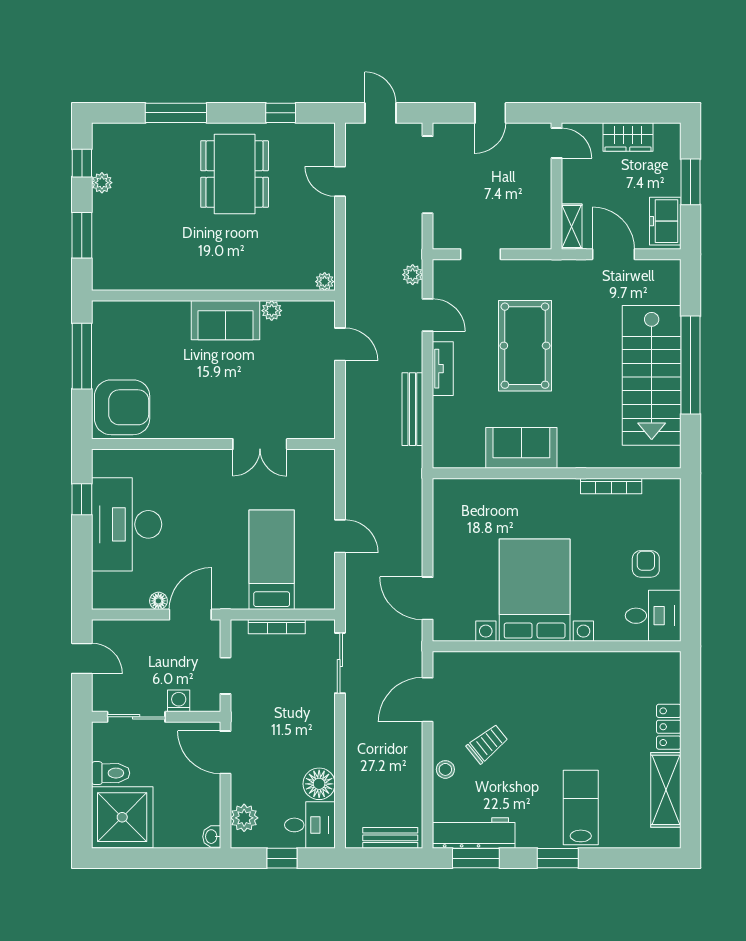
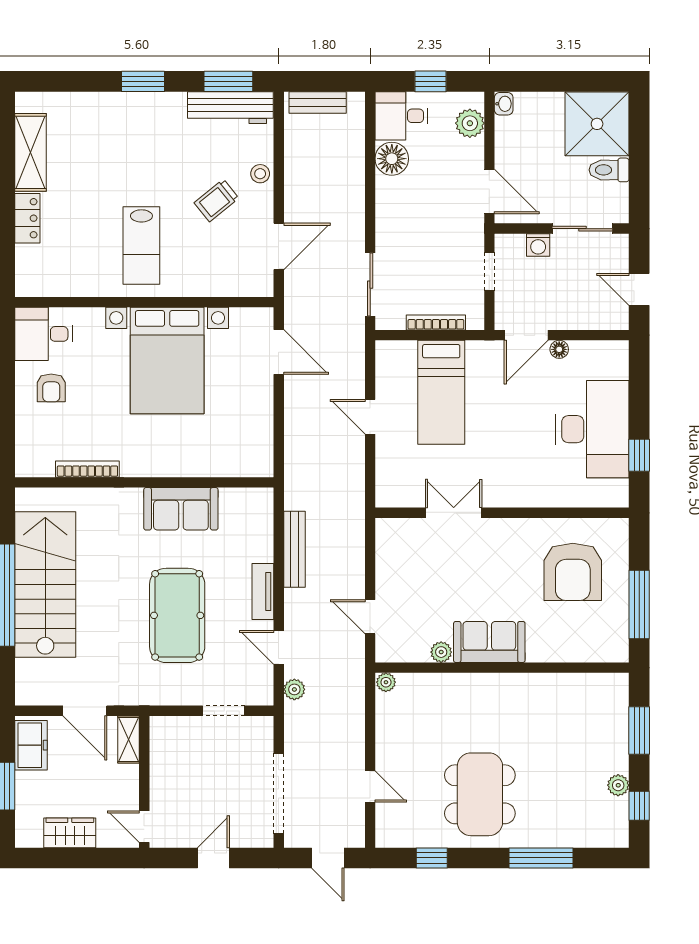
armchair: (122, 407) -> (573, 572), moved, turned -90
lab bench: (581, 808) -> (141, 246), moved

